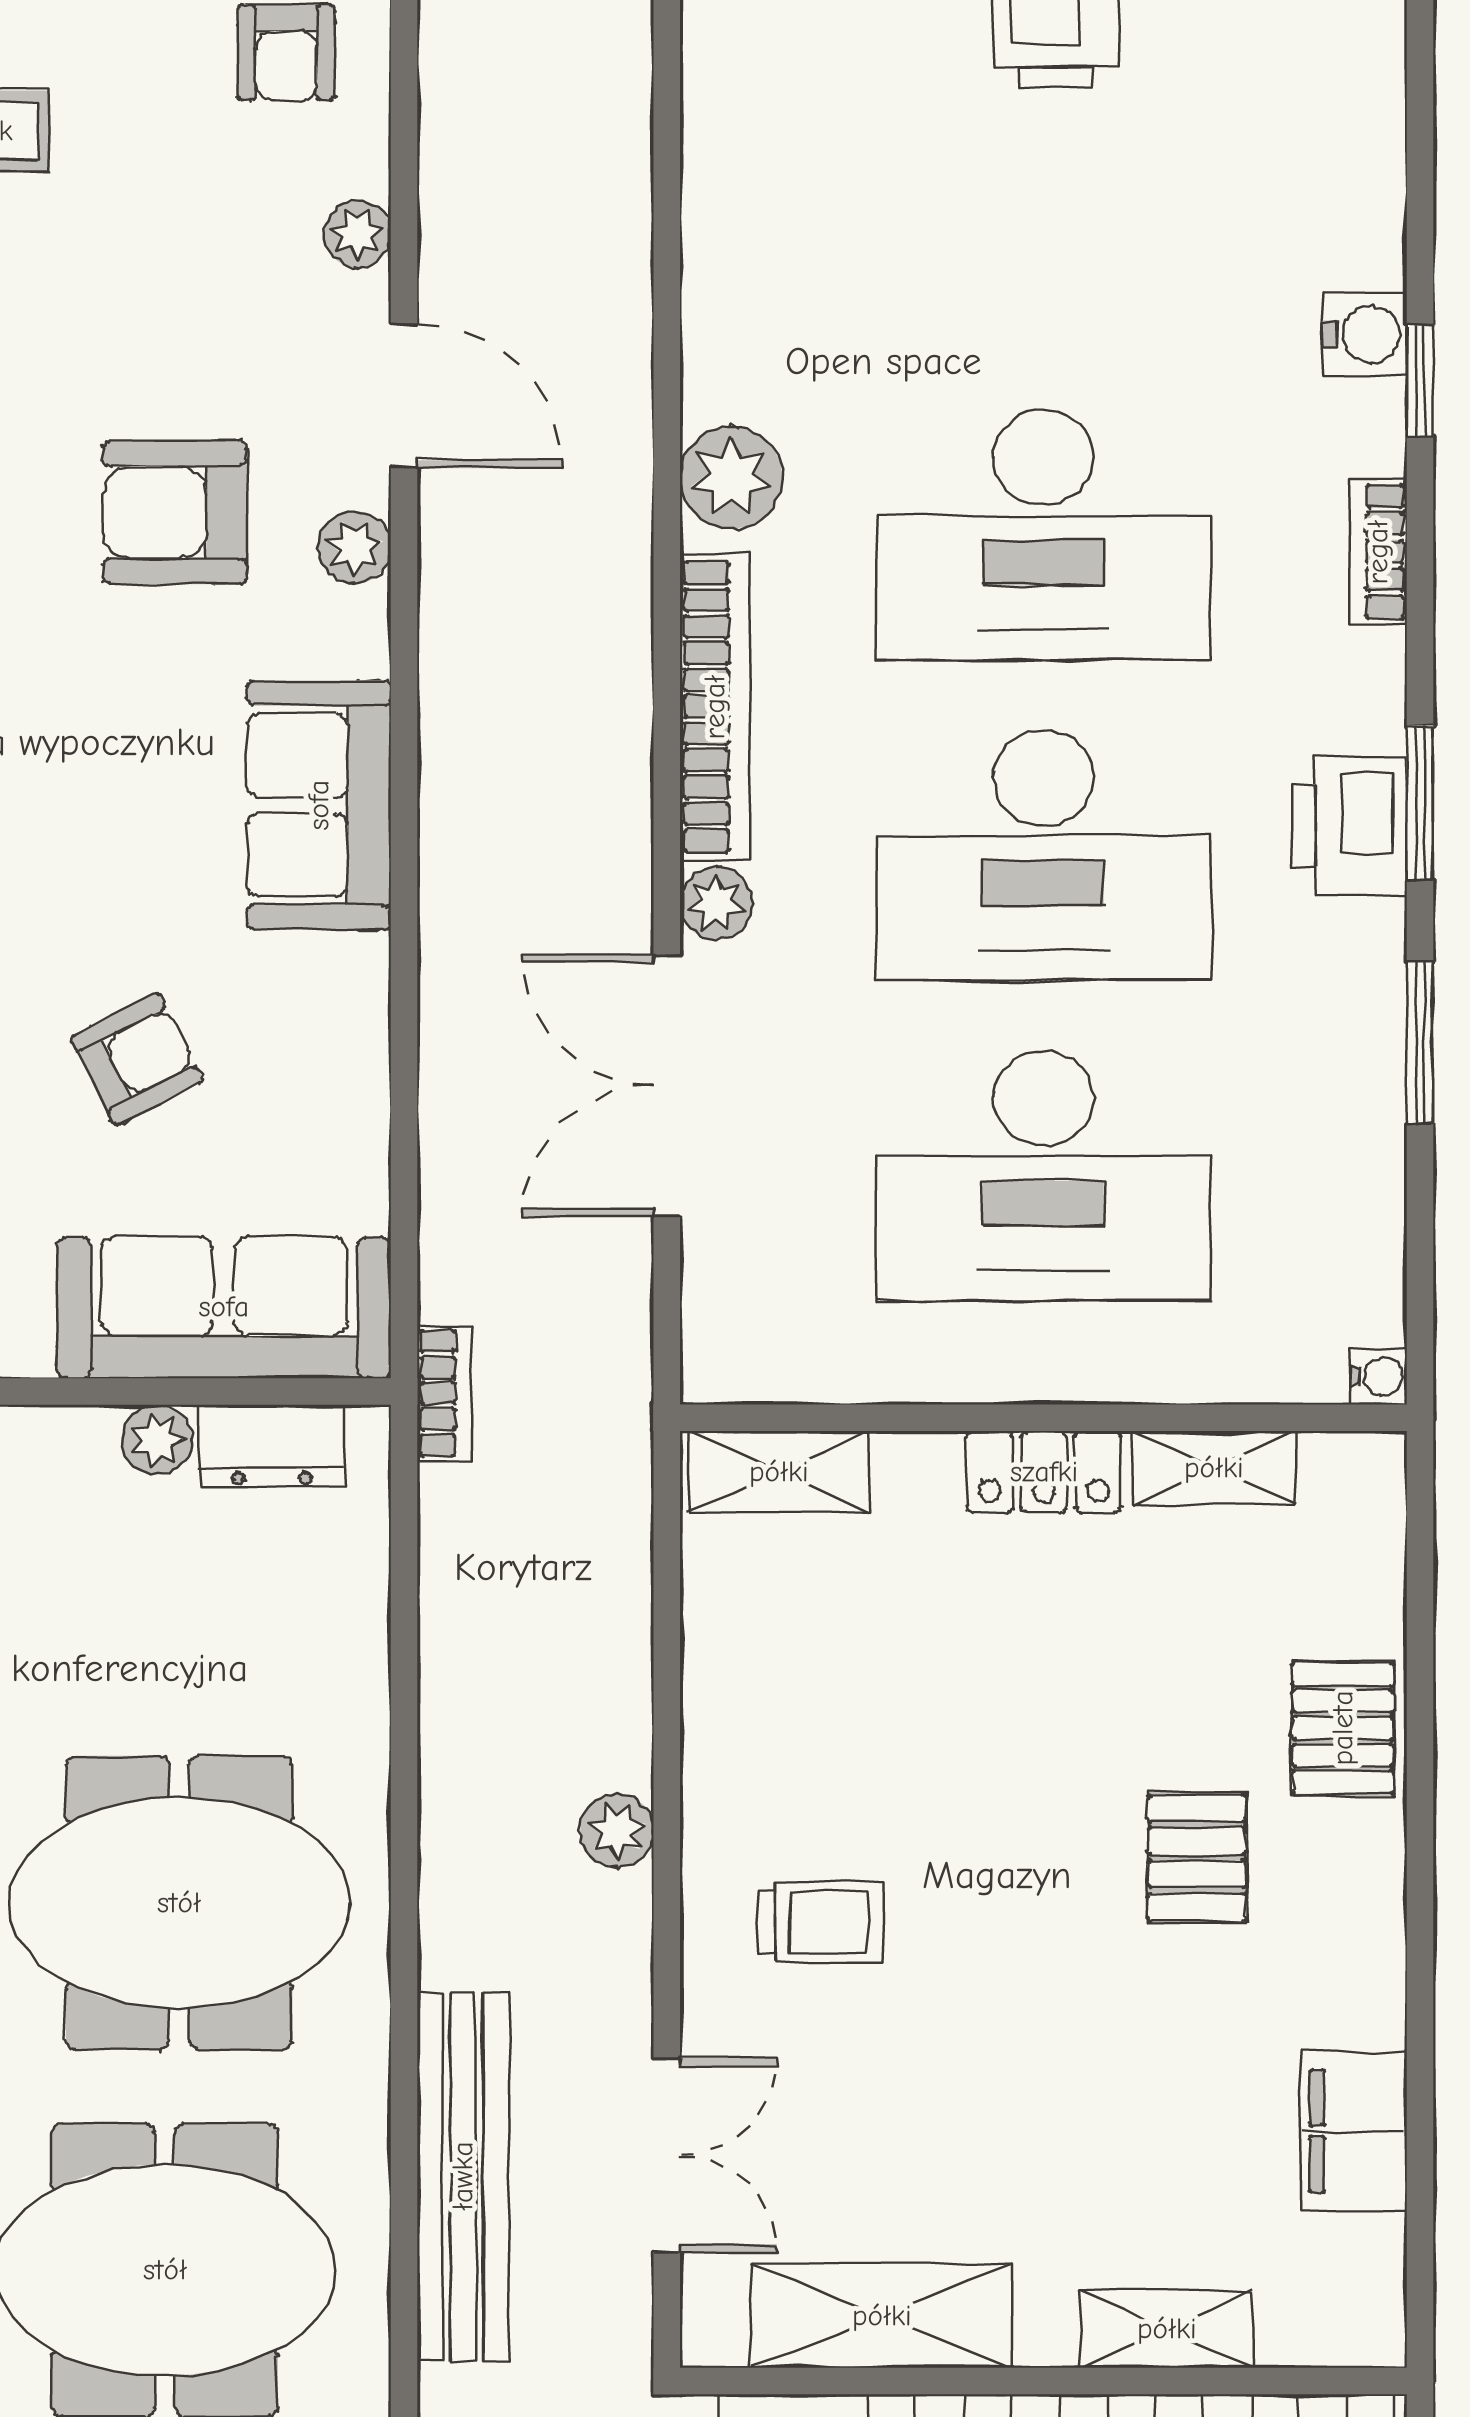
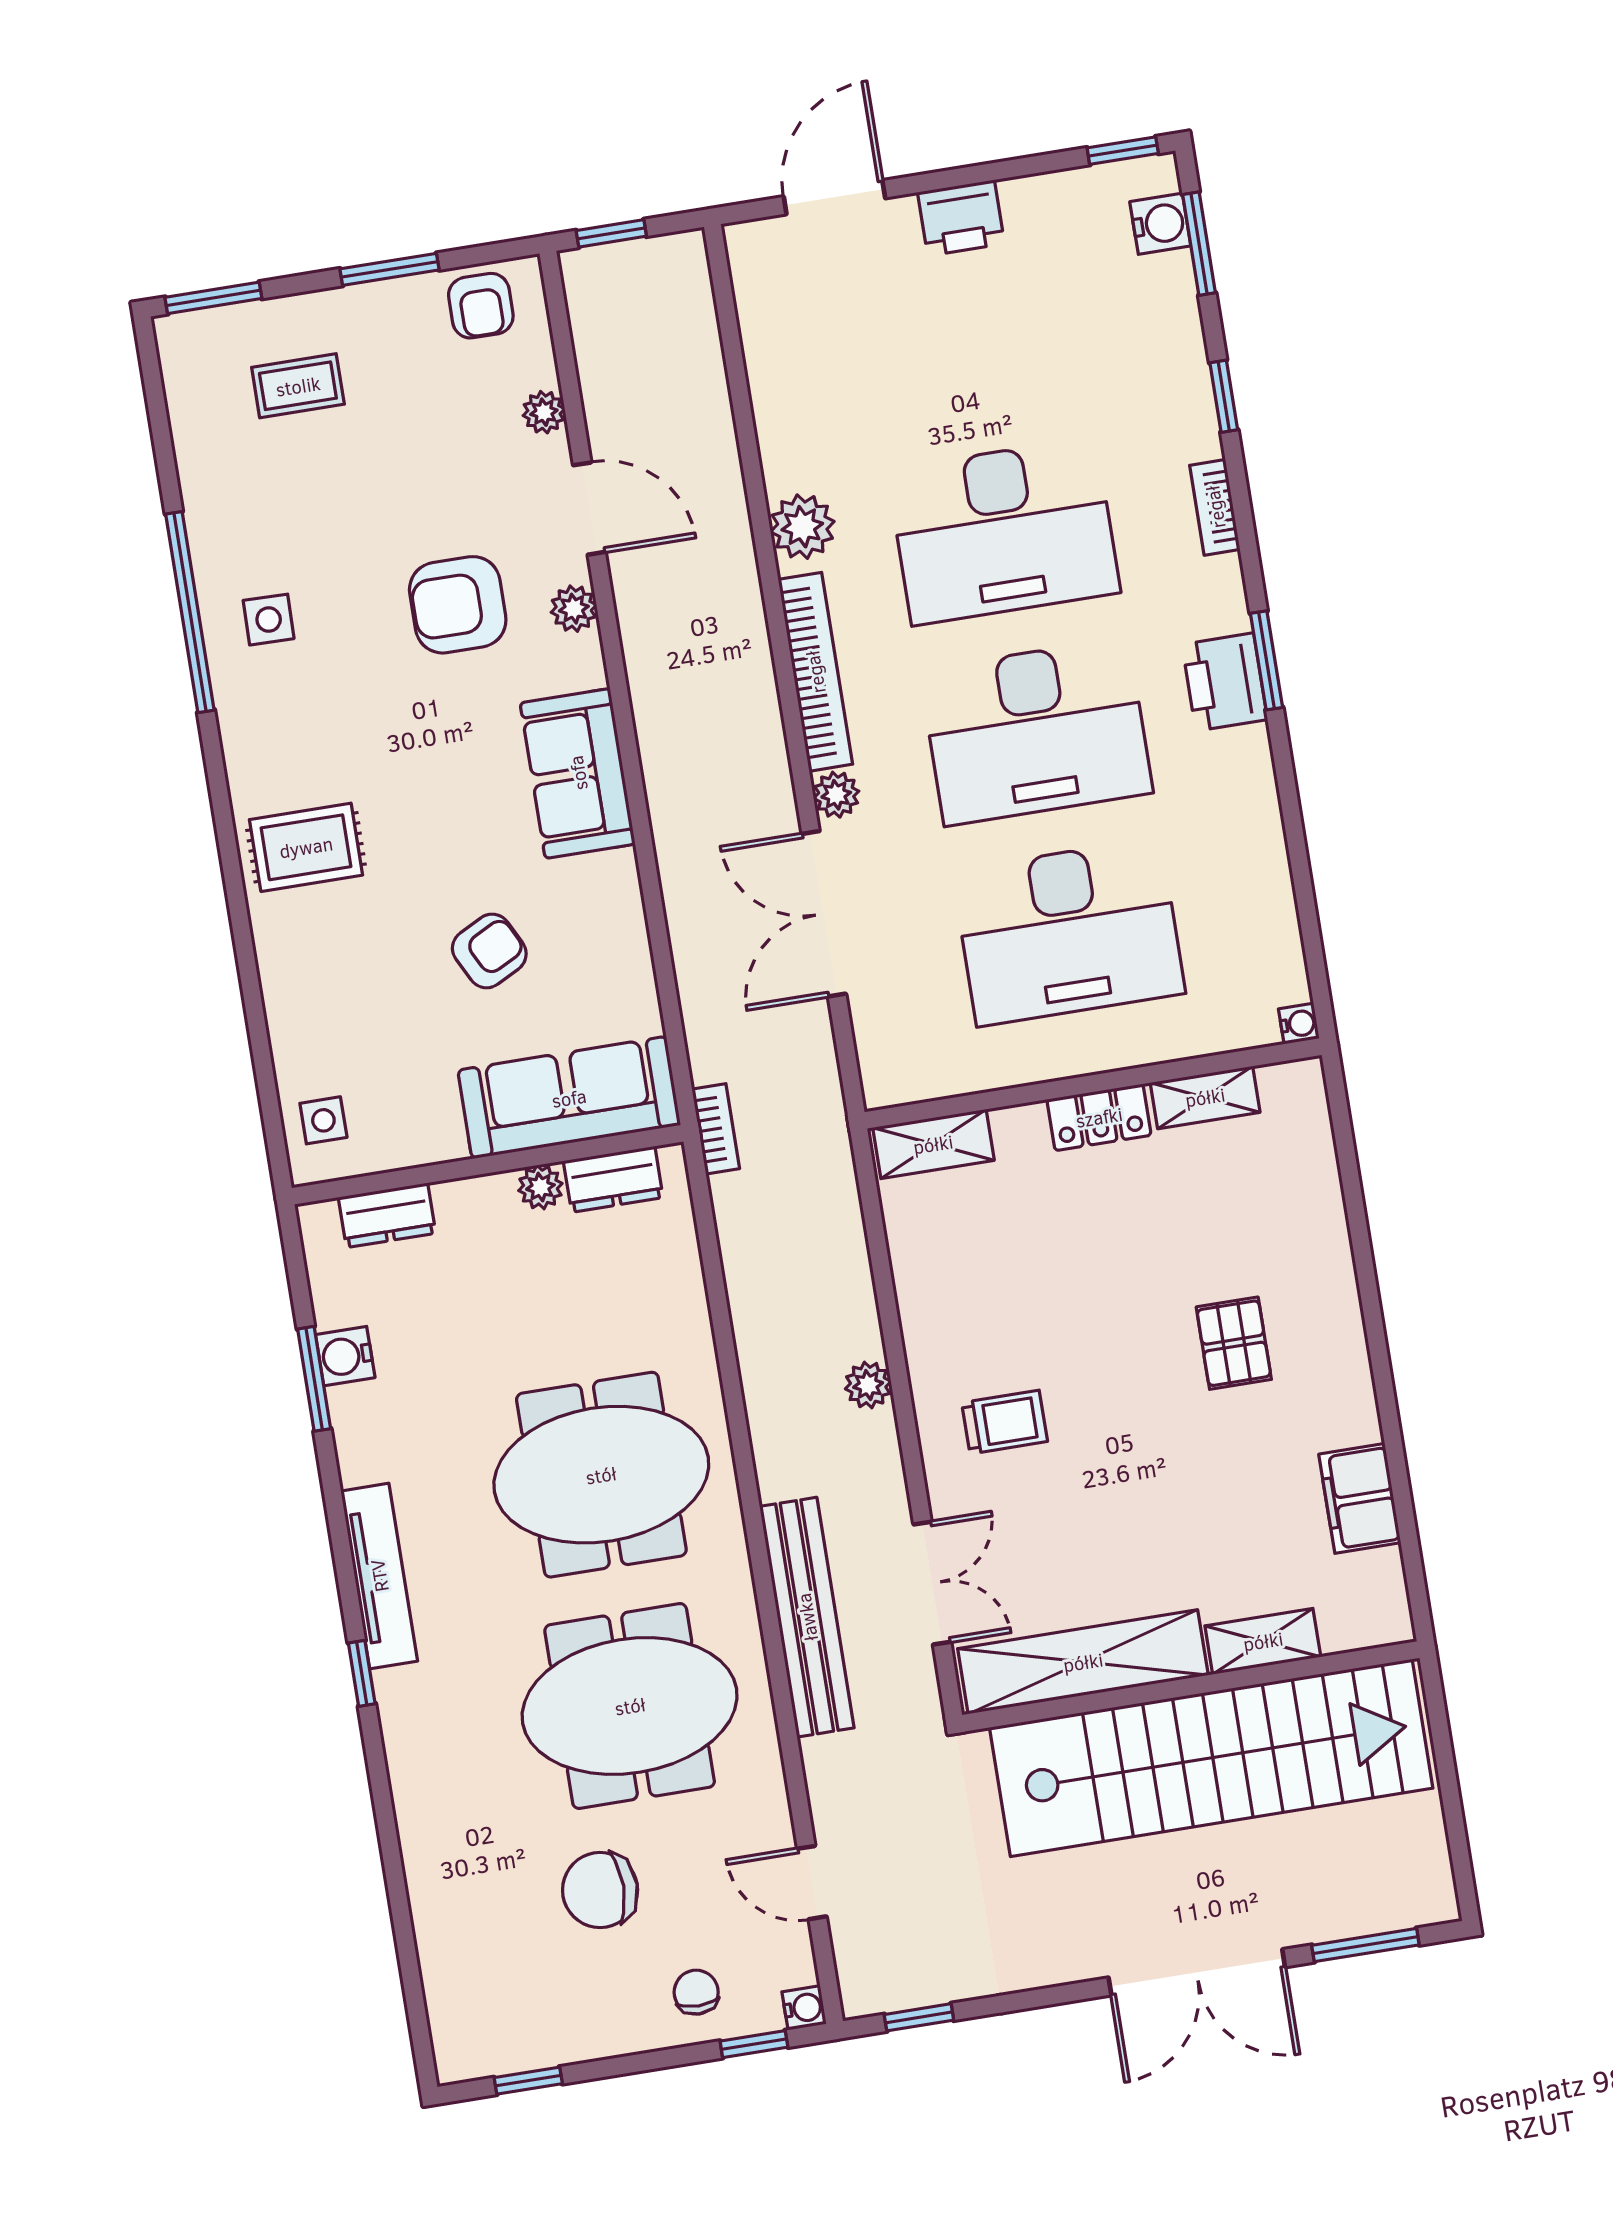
water cooler: (1365, 334) -> (1160, 224), moved
window: (1420, 1042) -> (1199, 244), moved
pallet: (1343, 1728) -> (1312, 1247), removed
shelving: (882, 2316) -> (1083, 1662), width x1.47

